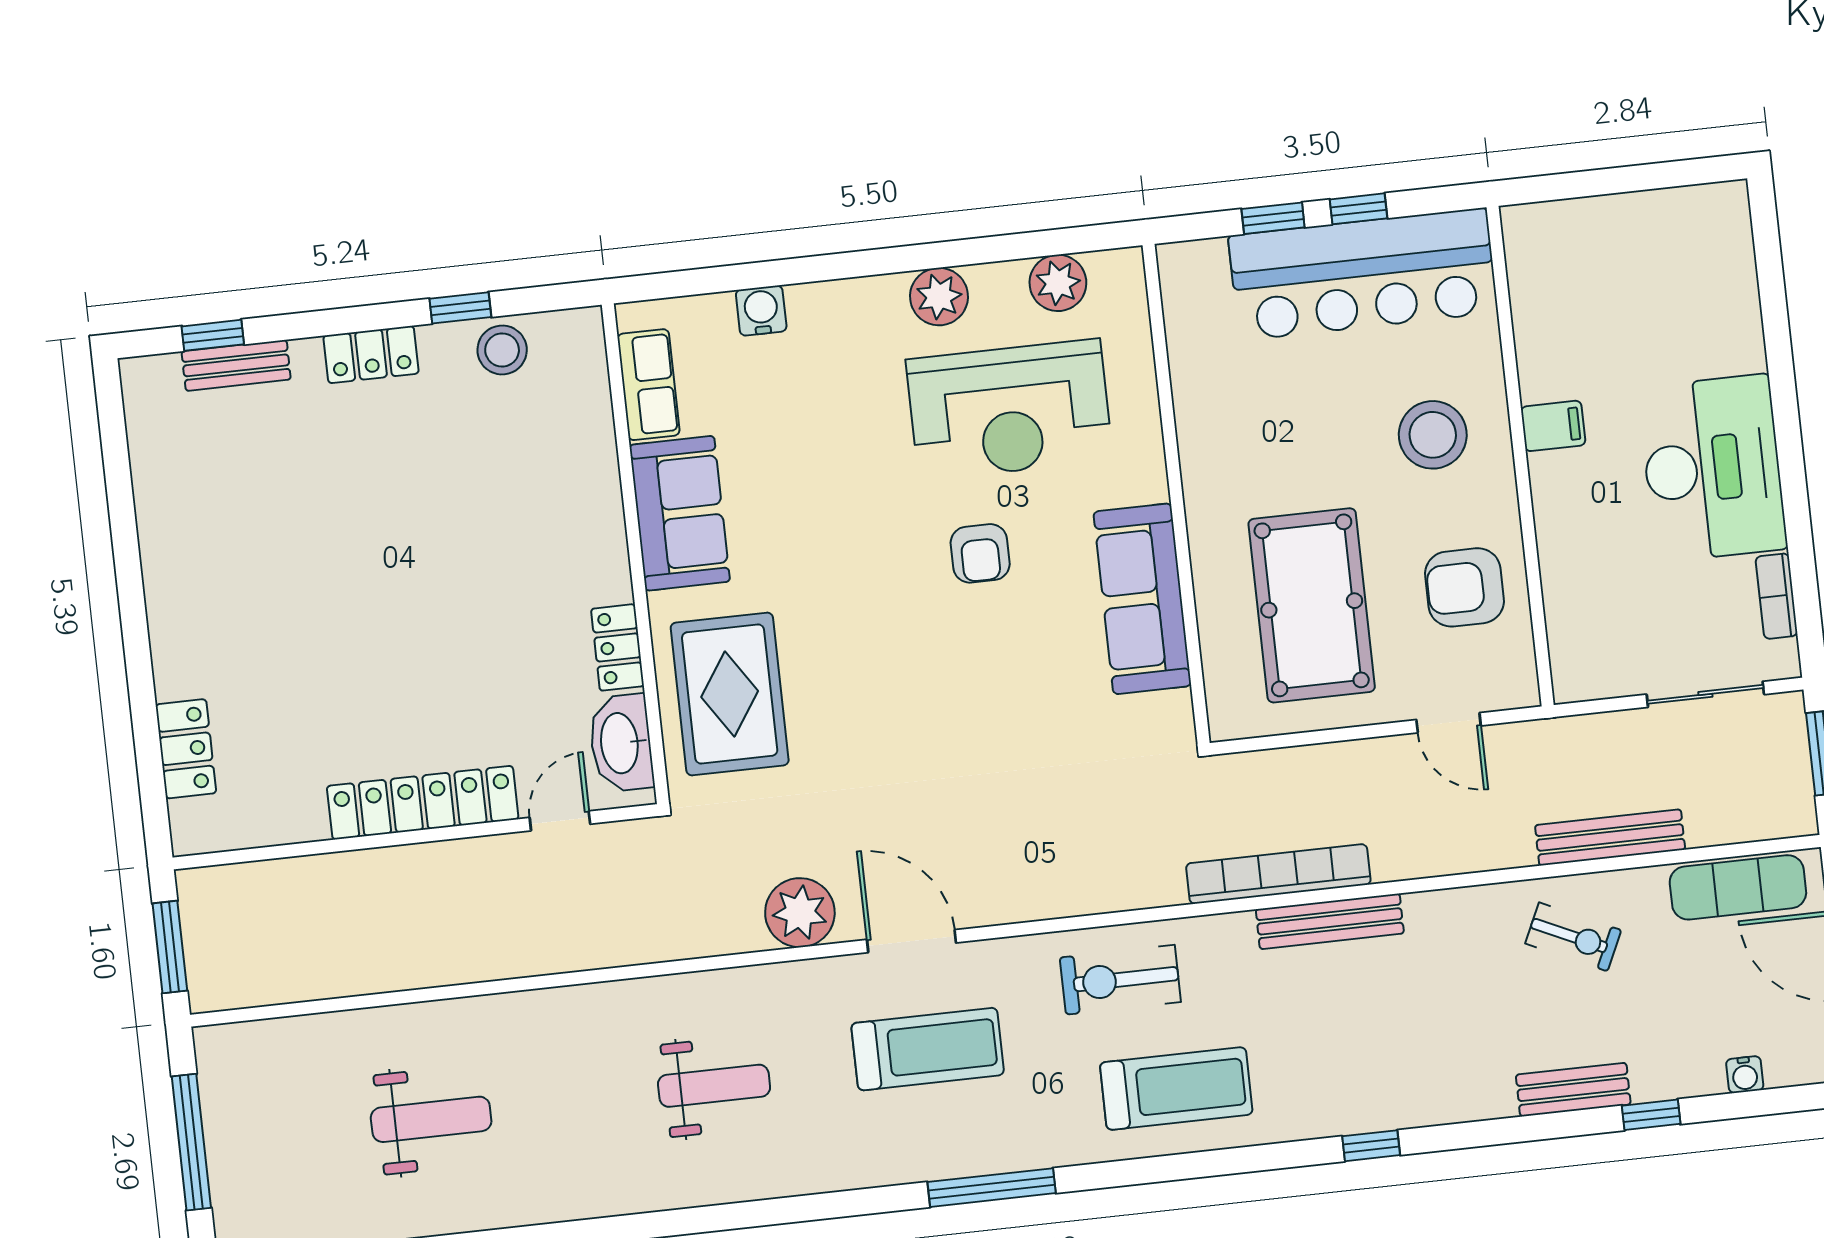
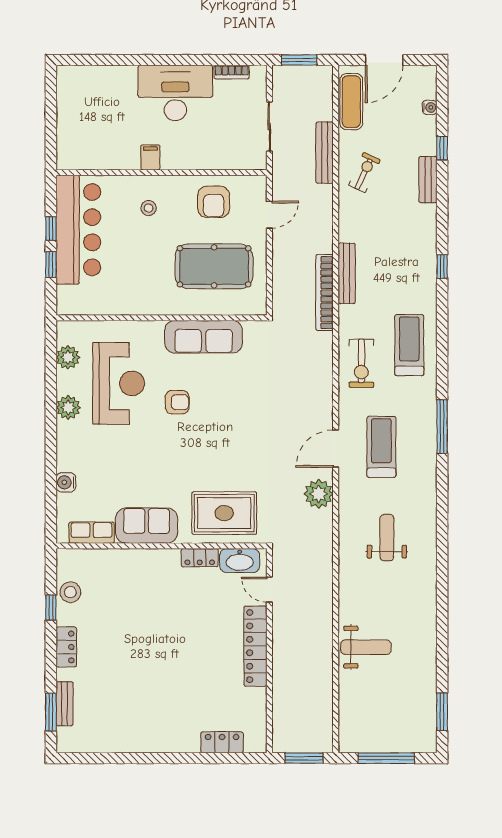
window: (213, 335) -> (51, 712), width x1.50
stool: (1433, 435) -> (149, 208), width x0.53, depth x0.53
sliding door: (1705, 694) -> (269, 127), moved
weight bench: (431, 1119) -> (366, 647), moved, turned 90

